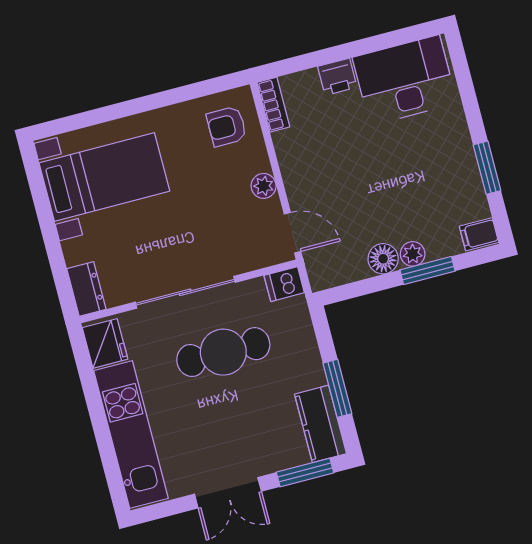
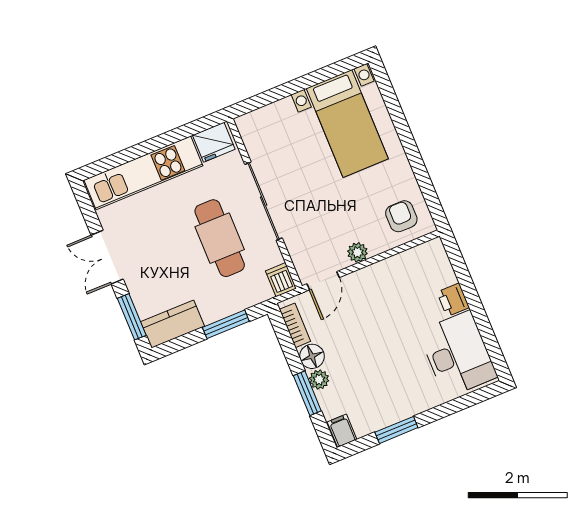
bookcase: (273, 105) -> (295, 325), moved, turned -90
dresser: (86, 289) -> (255, 121), removed
window: (337, 388) -> (226, 324), moved

